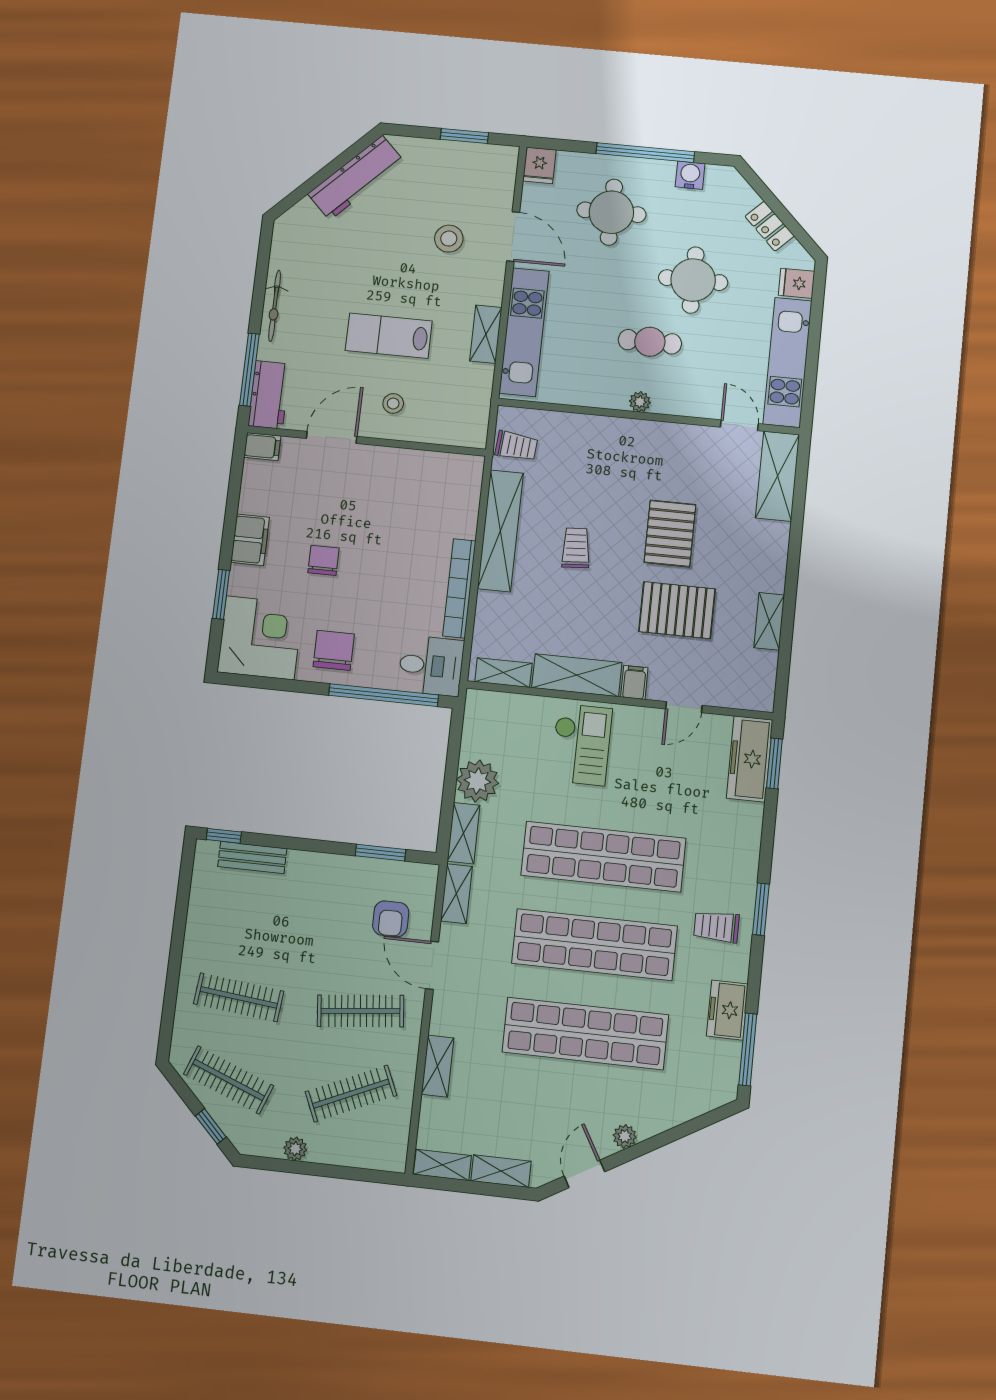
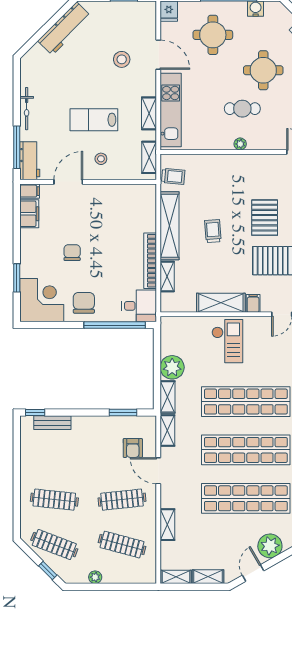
shelving: (478, 409) -> (149, 157), added
filing cabinet: (250, 540) -> (29, 214), moved
shelving: (503, 673) -> (167, 277), moved, turned 90
clothes rail: (351, 1094) -> (122, 545), turned 39
plant: (625, 1136) -> (270, 546), width x1.87, depth x1.87

